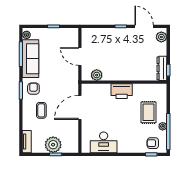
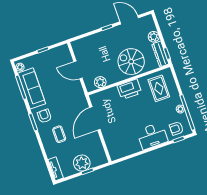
plant: (161, 37) -> (154, 37), moved
spiral stairs: (132, 66) -> (131, 62), added
rug: (148, 112) -> (159, 88), moved
desk: (104, 142) -> (152, 136), moved

